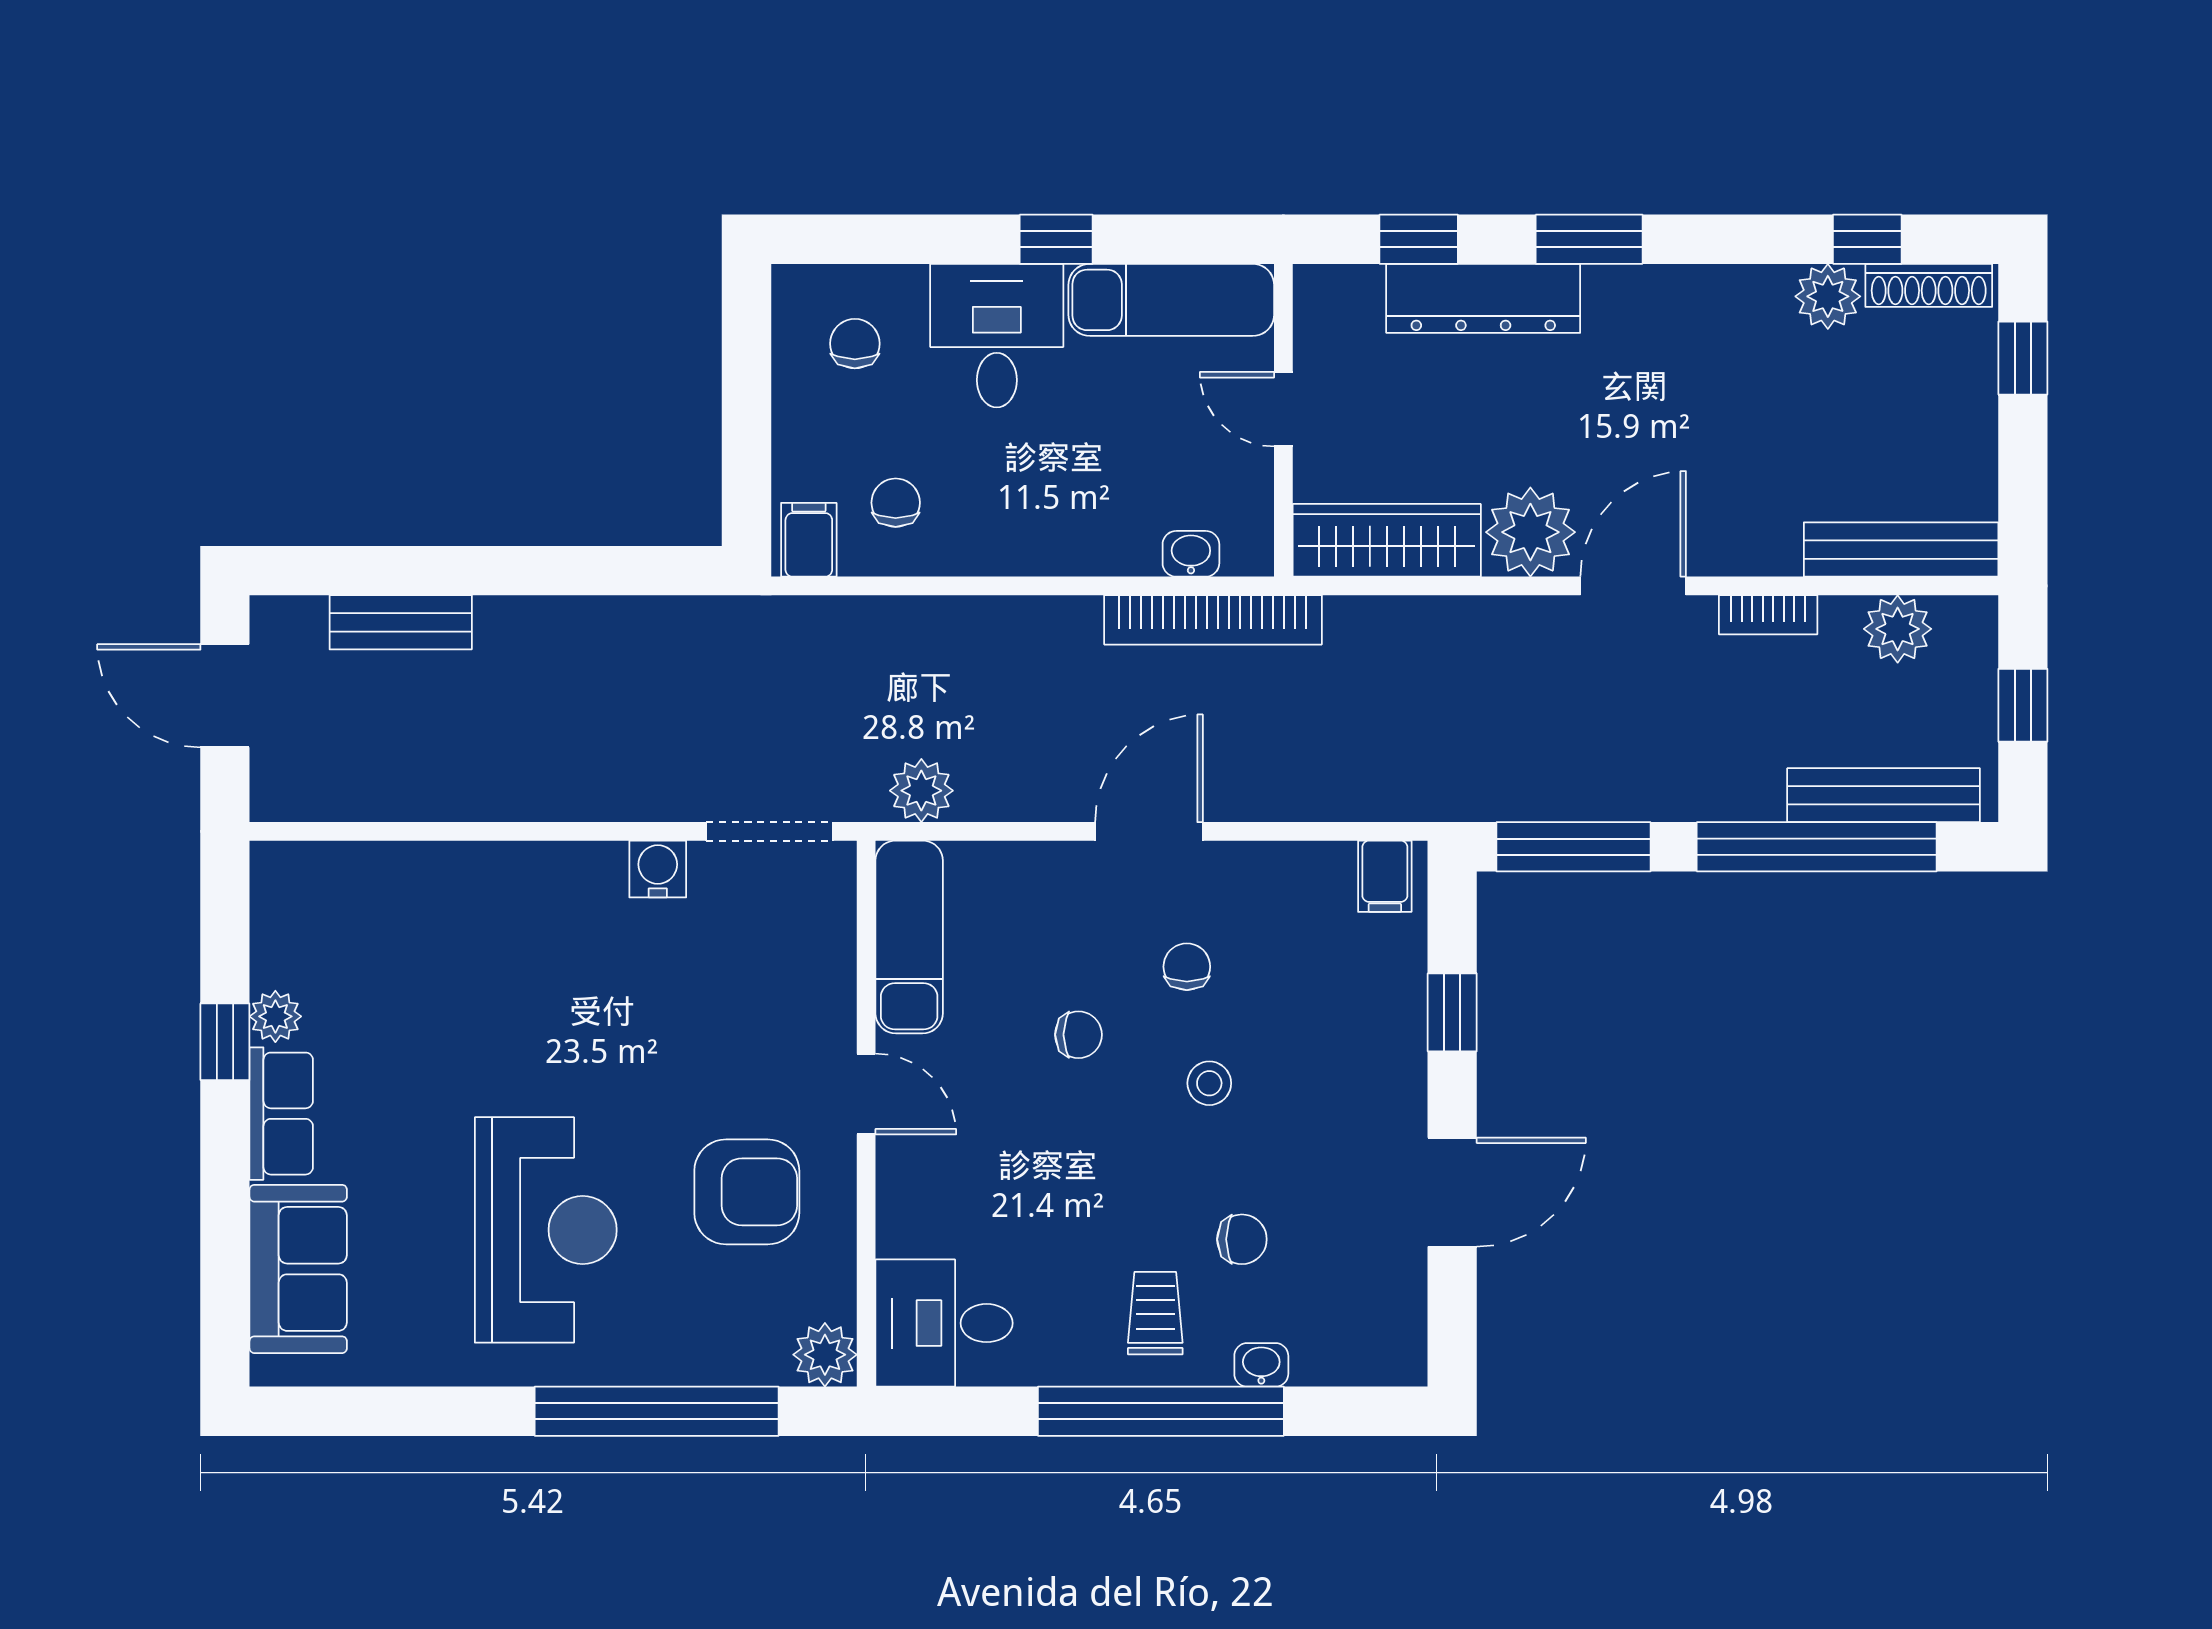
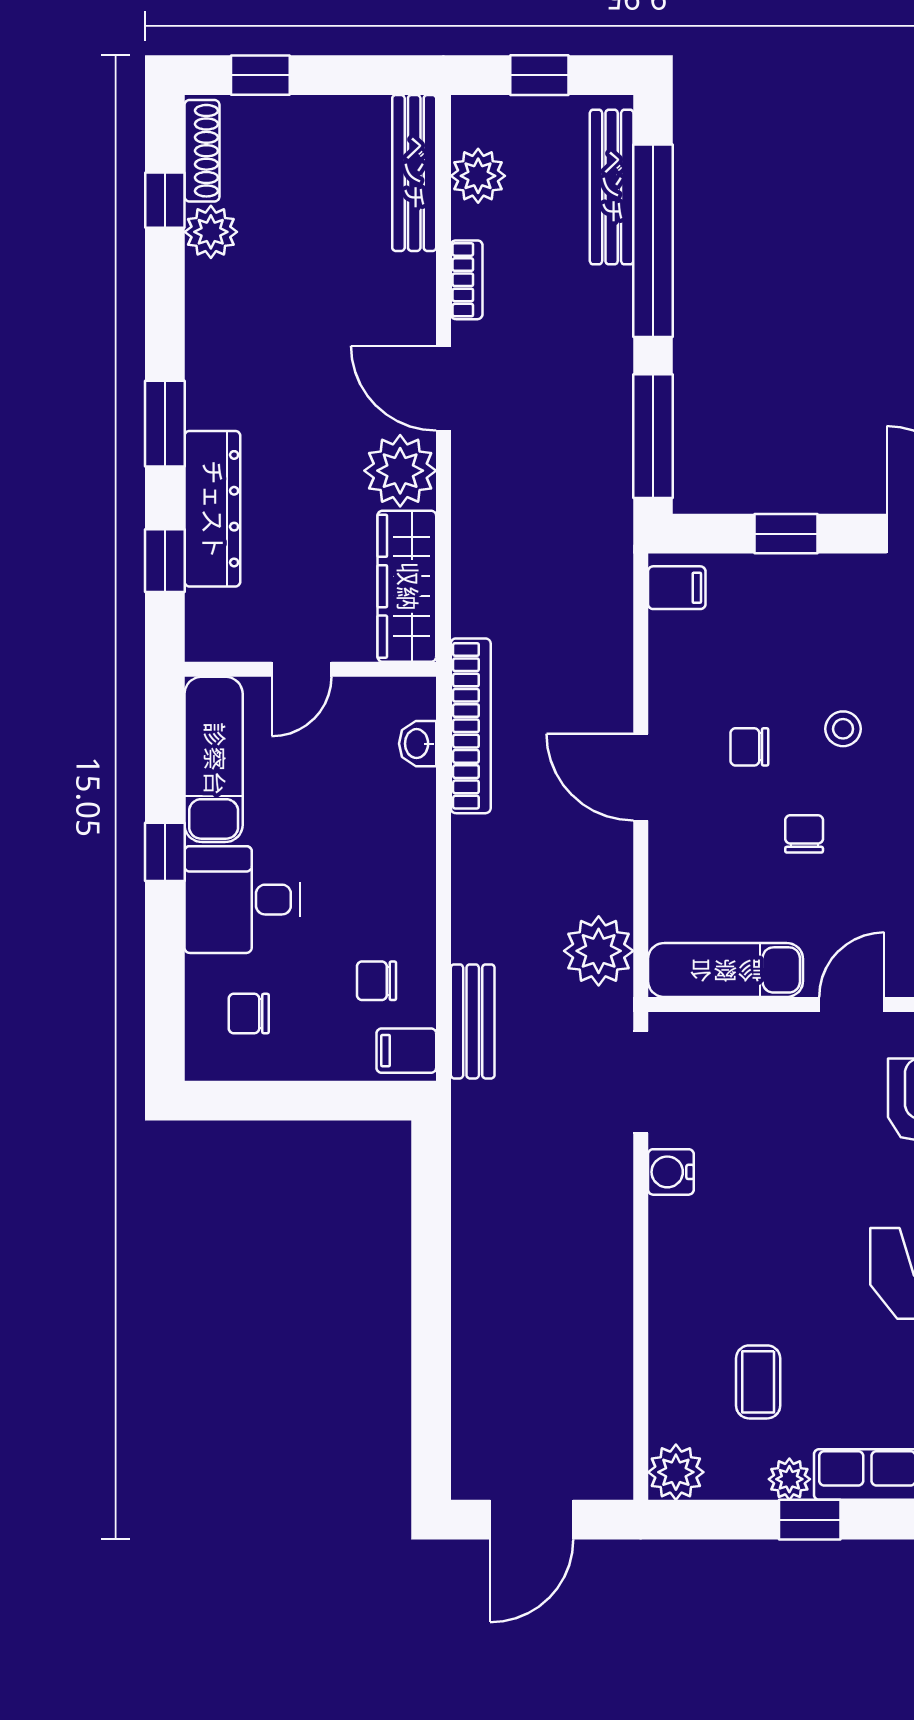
bench: (401, 622) -> (473, 1021), moved
plant: (921, 791) -> (599, 951), width x1.36, depth x1.36
plant: (284, 875) -> (676, 1472), added
coffee table: (396, 978) -> (758, 1382), added

